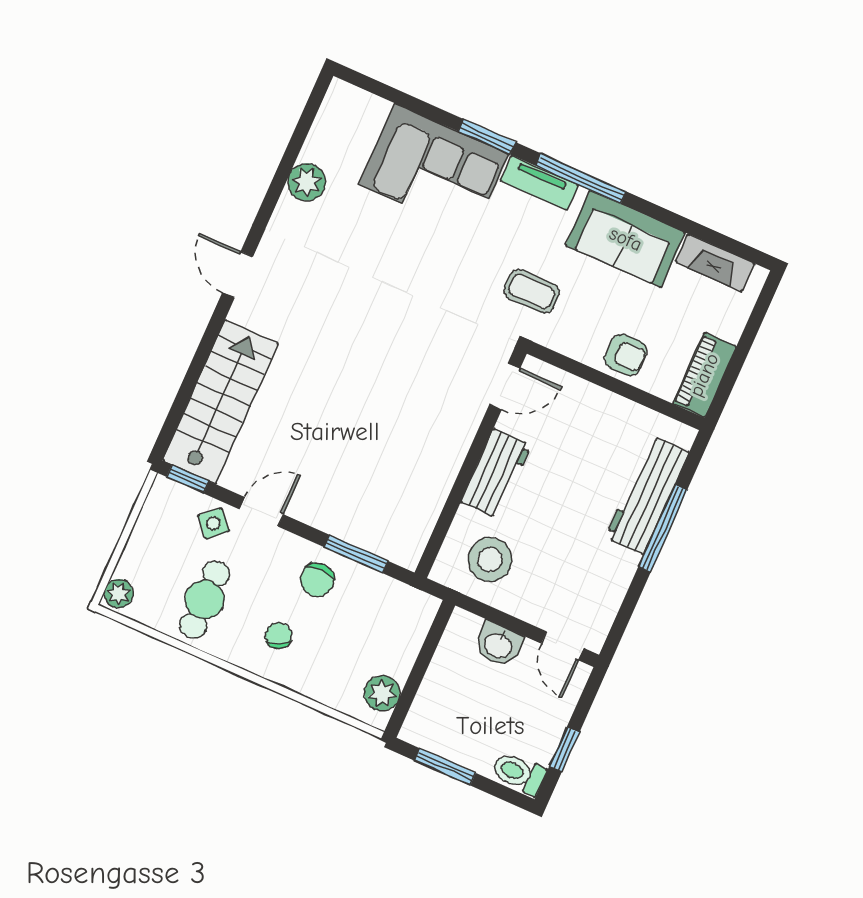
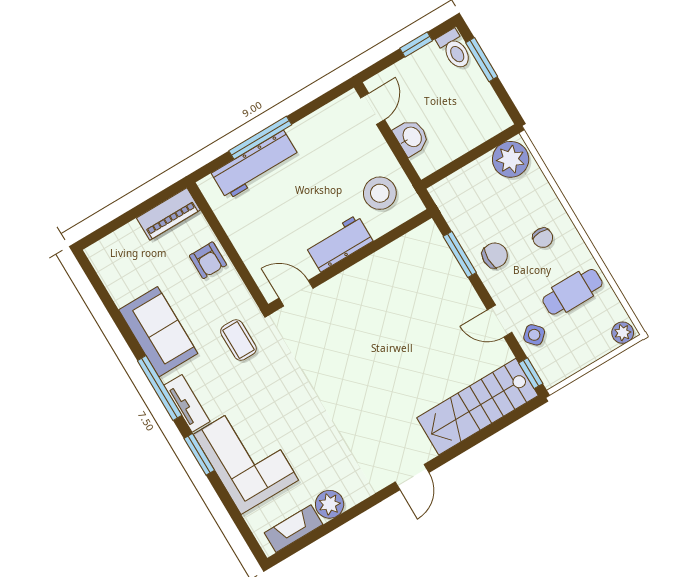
fireplace: (715, 263) -> (294, 529), moved, turned -90
armchair: (626, 355) -> (208, 260), turned 180
chair: (278, 636) -> (543, 238), turned -63
plant: (382, 693) -> (511, 159), width x1.36, depth x1.36
window: (445, 767) -> (482, 60), moved

